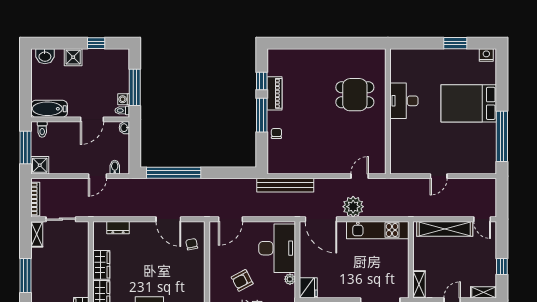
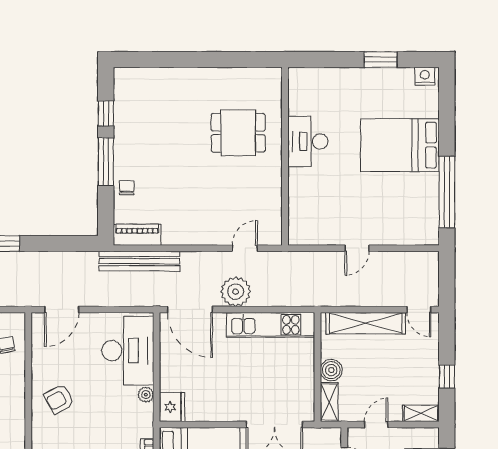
piano: (275, 93) -> (137, 235), moved, turned -90
boiler: (420, 262) -> (331, 370), added
armchair: (242, 280) -> (59, 399), moved

